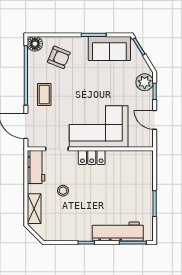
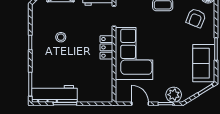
door: (155, 120) -> (140, 104), hinge flipped
stool: (63, 191) -> (61, 37), moved
workbench: (118, 232) -> (54, 94), moved, turned -90

